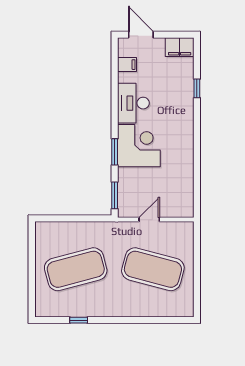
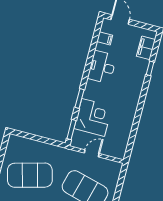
filing cabinet: (180, 47) -> (146, 48), moved, turned 90
corner desk: (139, 146) -> (93, 117), moved

